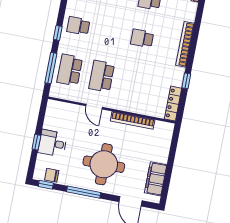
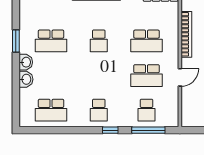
school desk: (70, 70) -> (147, 110), width x0.54
school desk: (134, 82) -> (147, 41), added

